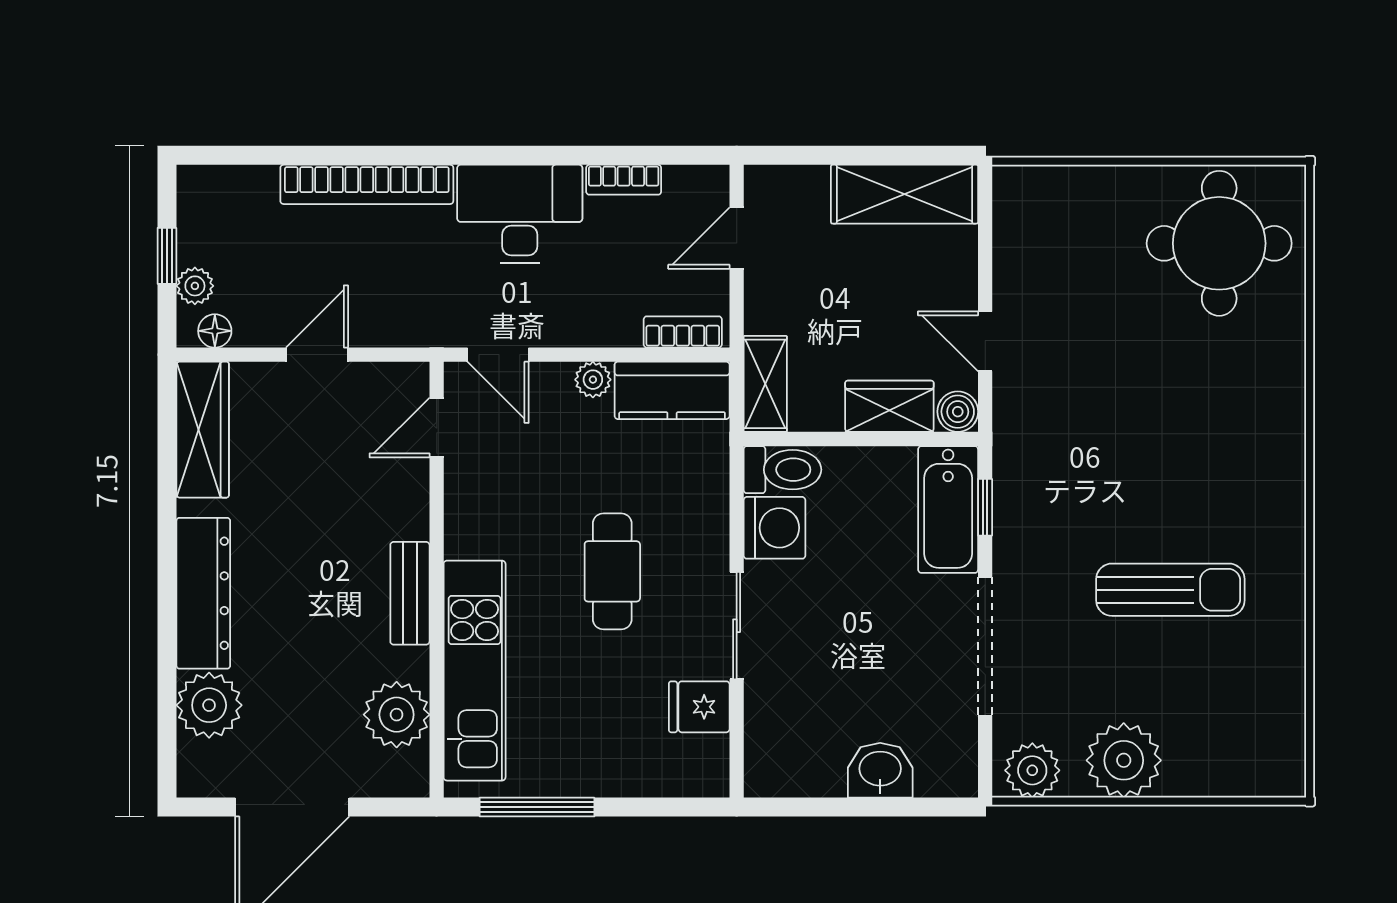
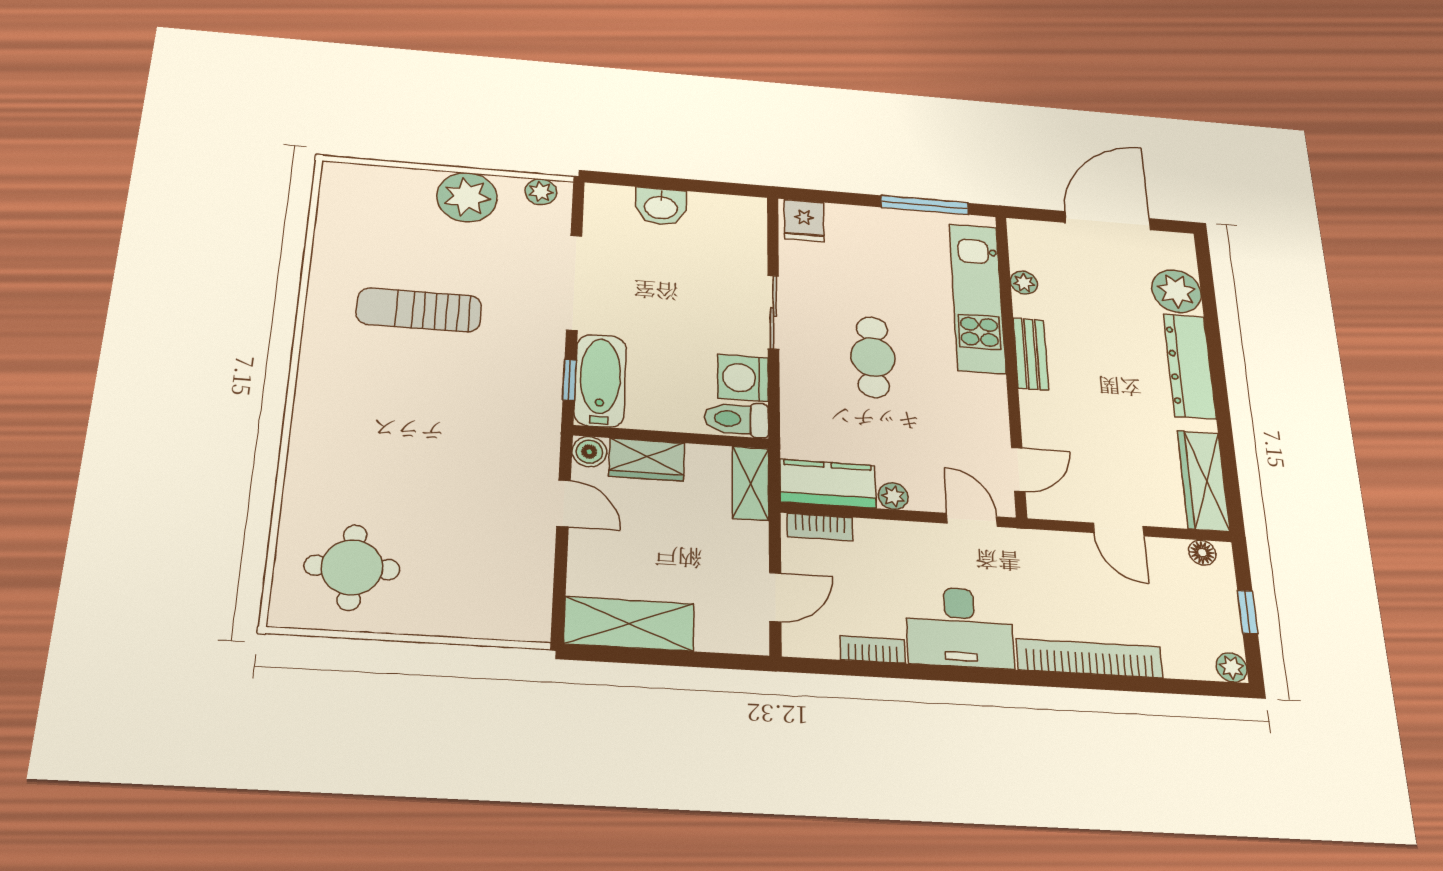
round table: (1219, 243) -> (352, 567), width x0.73, depth x0.73
plant: (195, 286) -> (1232, 667), moved
door: (317, 355) -> (1119, 530), hinge flipped
fridge: (699, 707) -> (804, 220), moved, turned 90
plant: (397, 715) -> (1024, 283), width x0.53, depth x0.53
plant: (1032, 770) -> (541, 192), width x0.73, depth x0.73

